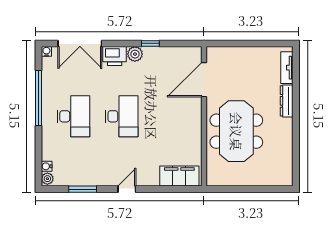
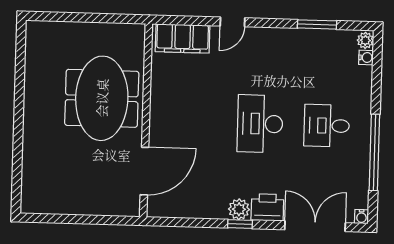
window: (150, 43) -> (240, 224), moved
tv unit: (287, 68) -> (29, 184), removed
dresser: (287, 101) -> (31, 138), removed
desk: (73, 116) -> (327, 126), width x0.73
door: (127, 189) -> (232, 22), moved

